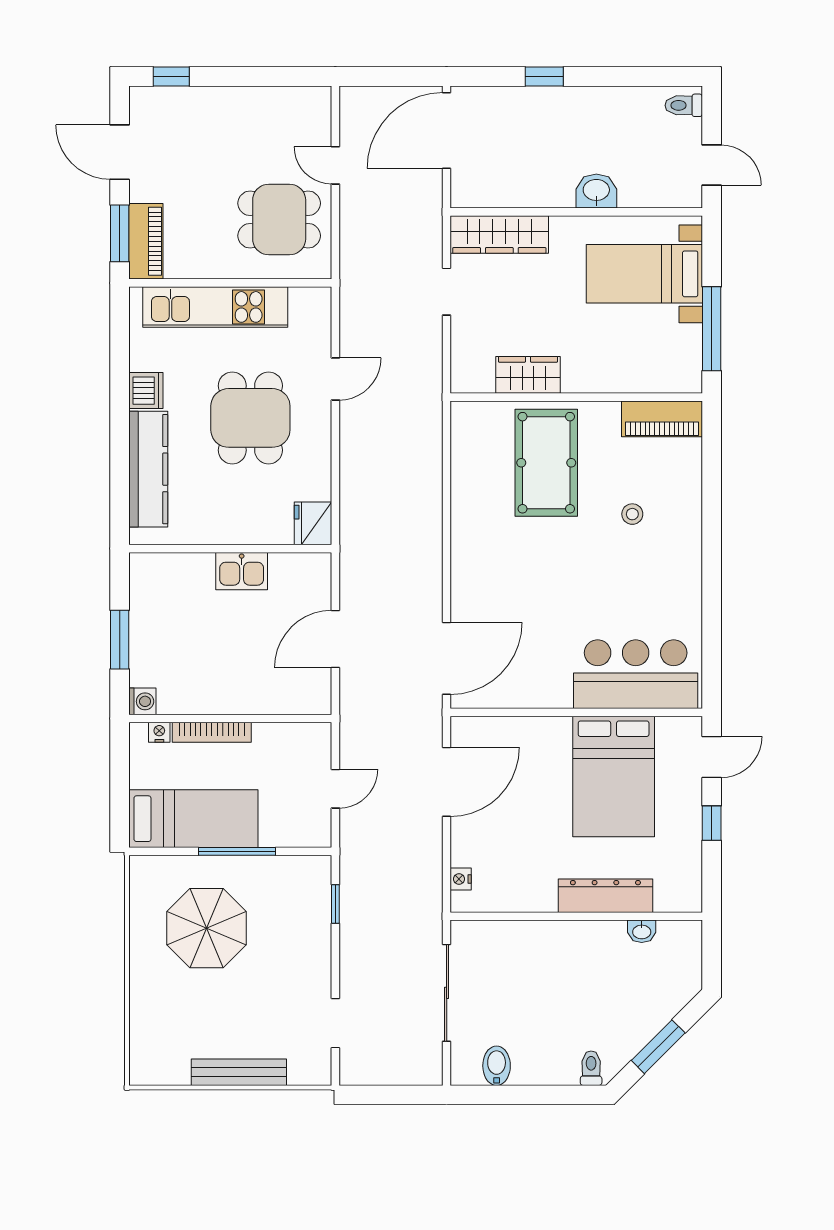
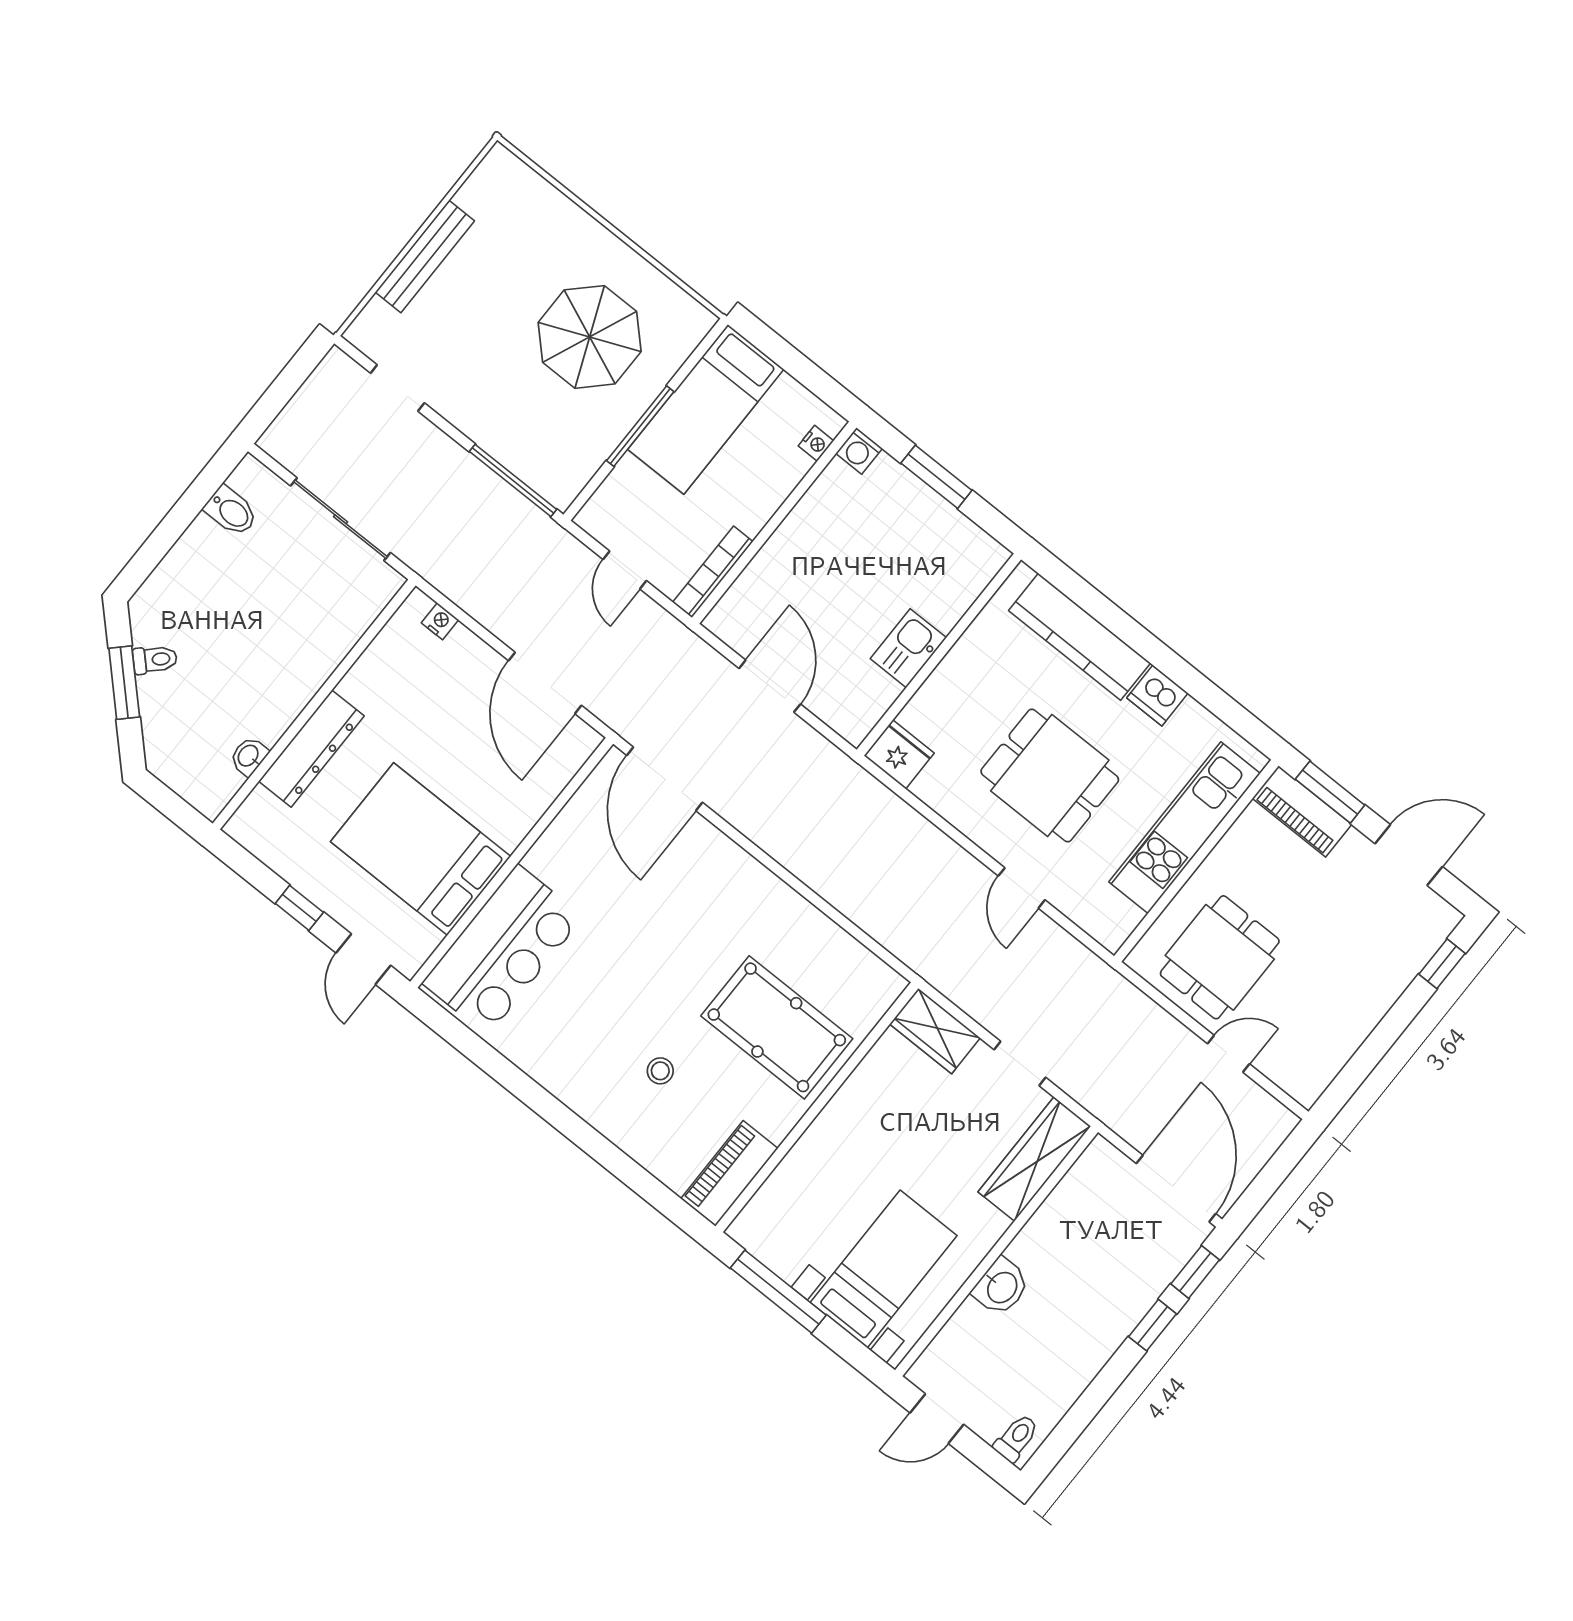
window: (489, 76) -> (1195, 1272), added
wardrobe: (528, 375) -> (935, 1031), moved, turned 90
bookcase: (212, 732) -> (713, 572), moved
window: (335, 904) -> (513, 480), width x2.17
toilet: (591, 1068) -> (155, 660), moved, turned -45

